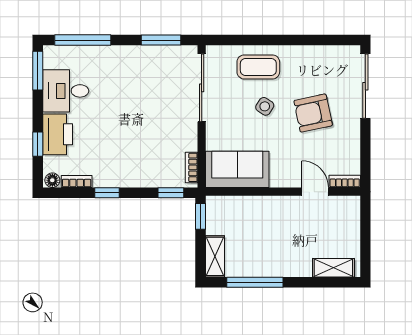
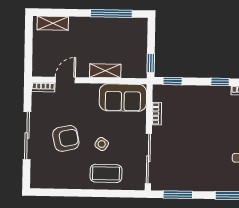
sliding door: (365, 86) -> (27, 136), moved
bookcase: (191, 167) -> (157, 114), moved
door: (315, 192) -> (65, 80), swing flipped
shelving: (215, 256) -> (105, 71), moved, turned 90

